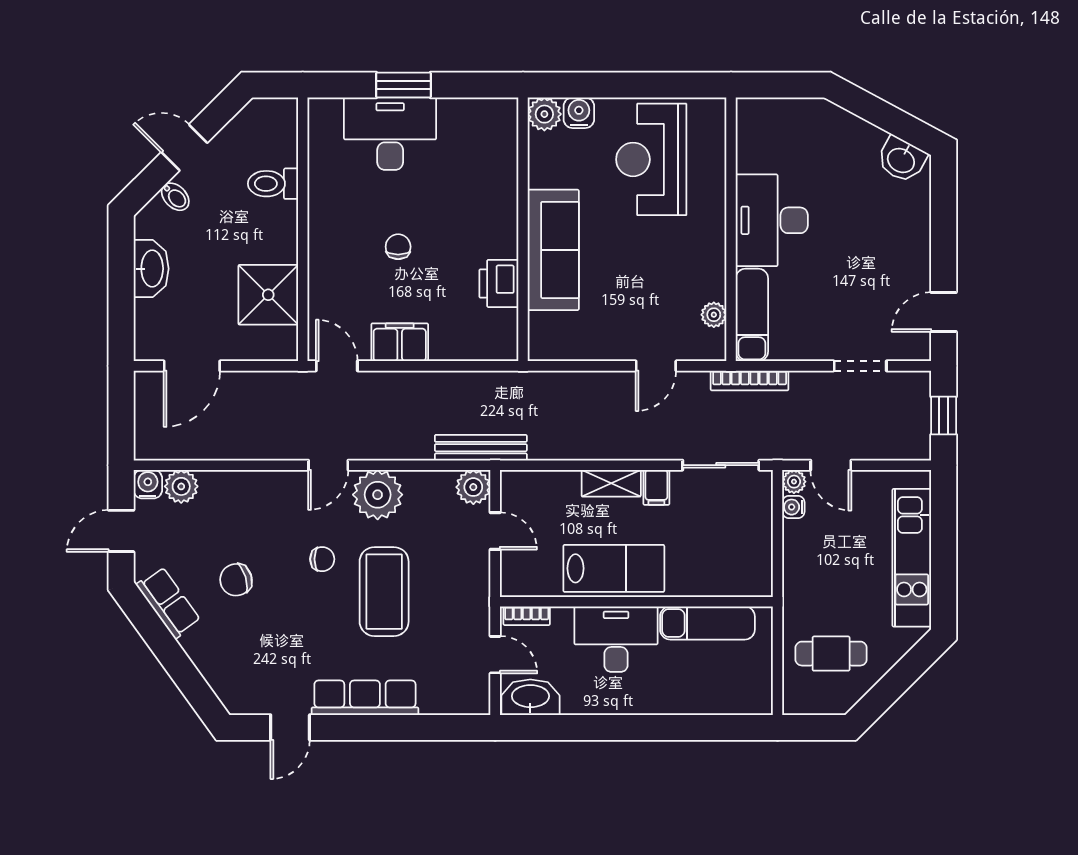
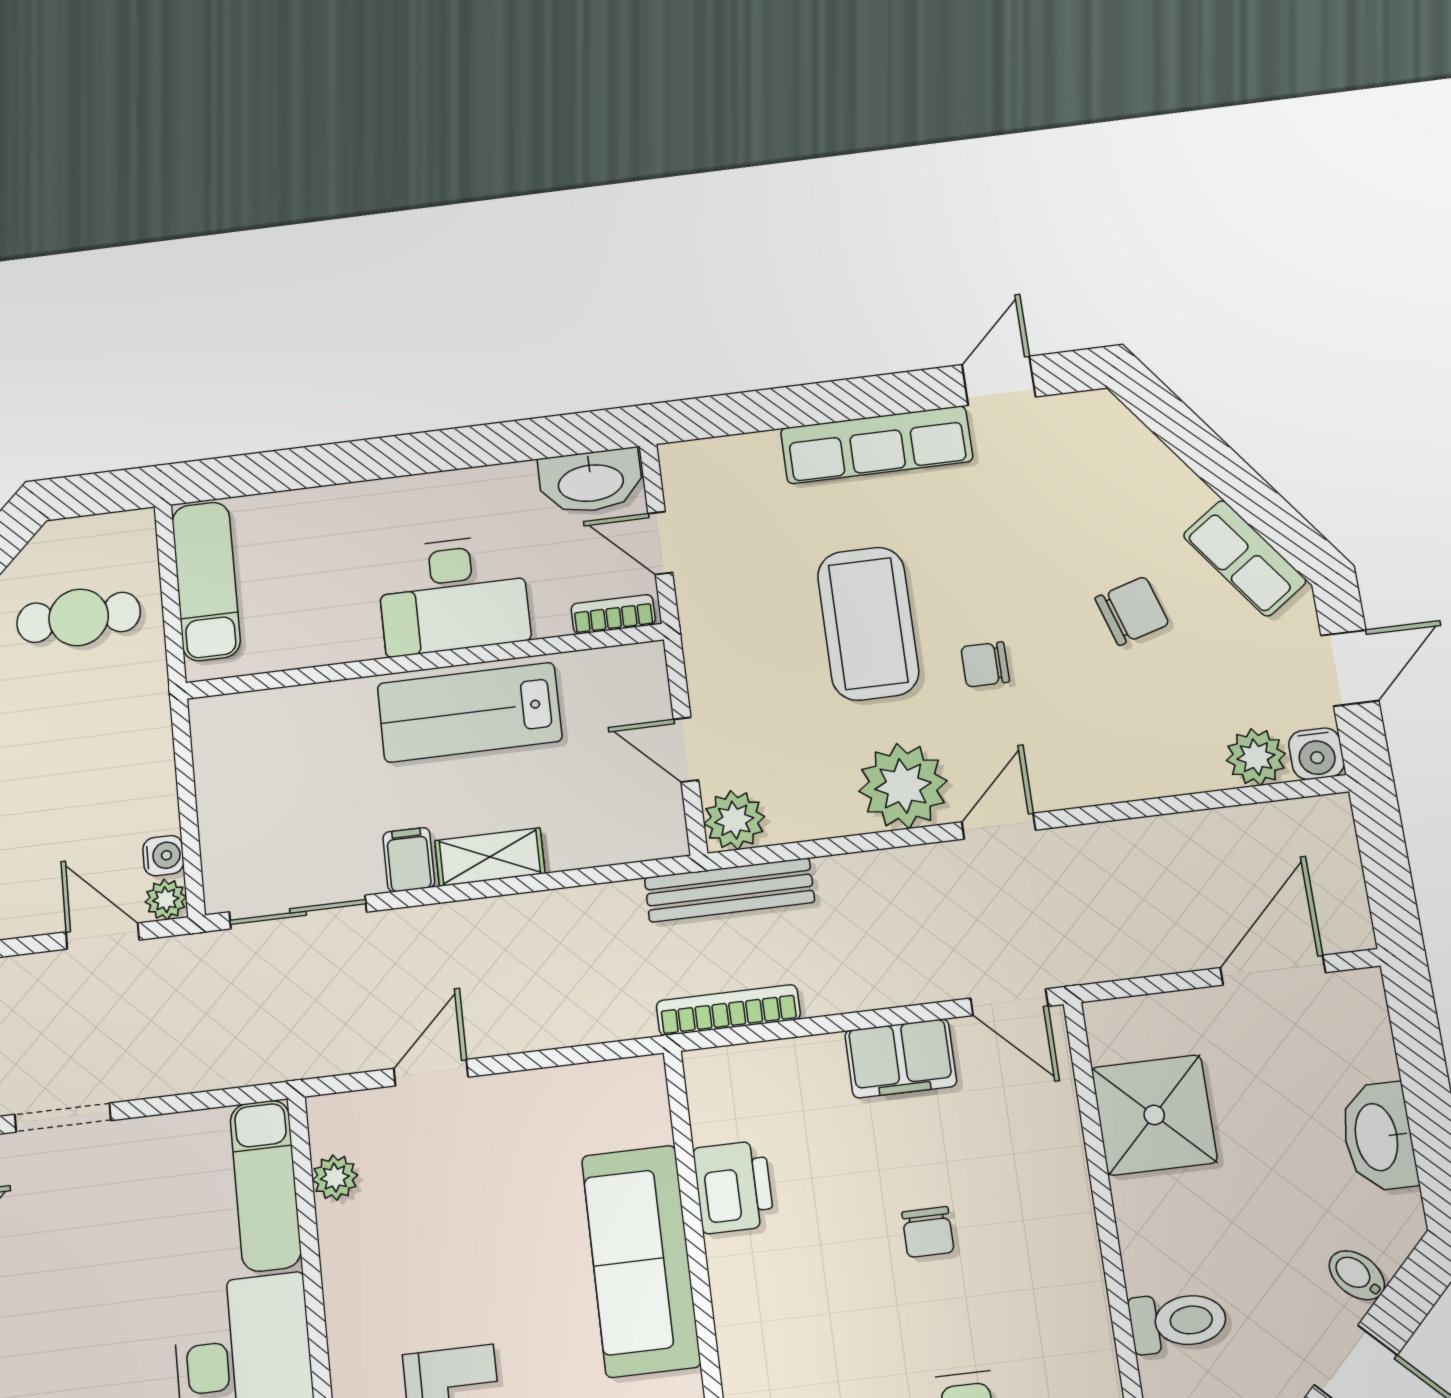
bookcase: (750, 380) -> (728, 1010), moved
exam couch: (707, 623) -> (206, 581), moved, turned 90

